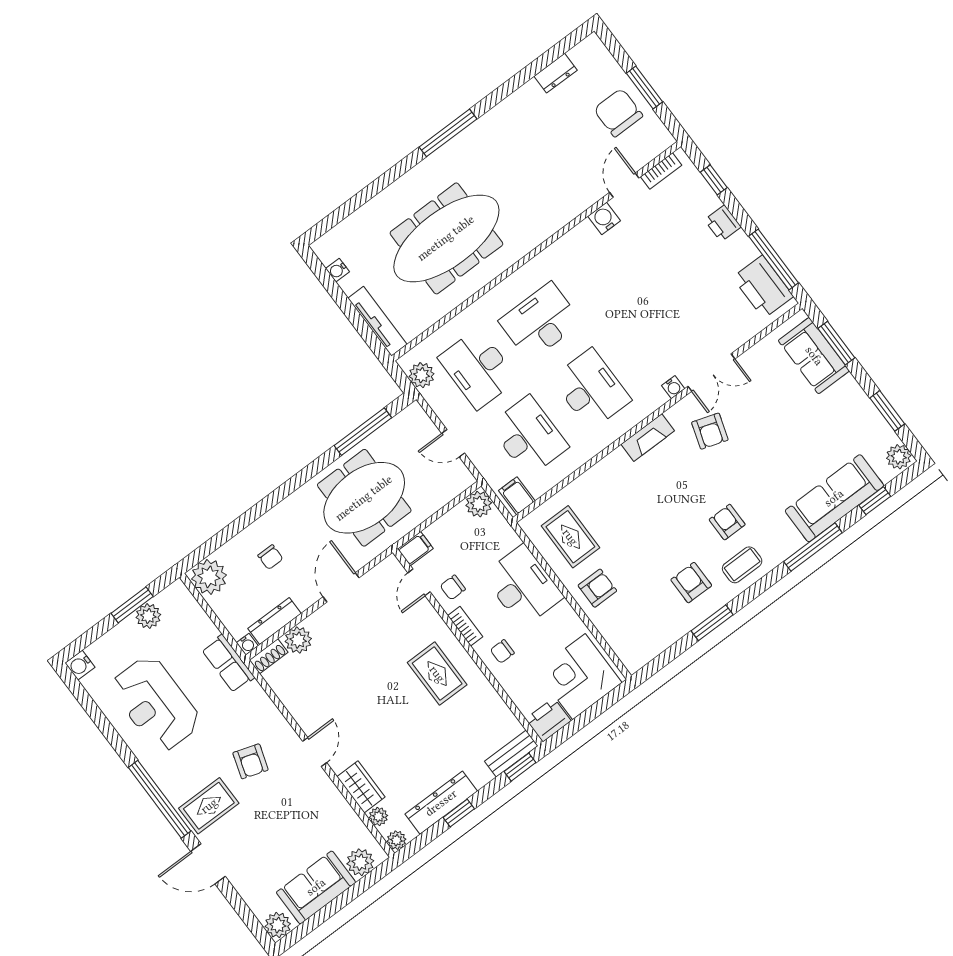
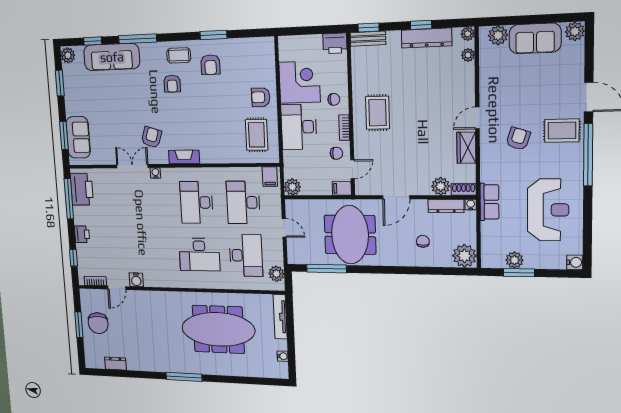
meeting table: (364, 498) -> (350, 235), turned 90
corner desk: (579, 677) -> (300, 82), moved, turned -90
wardrobe: (361, 787) -> (466, 148), moved

